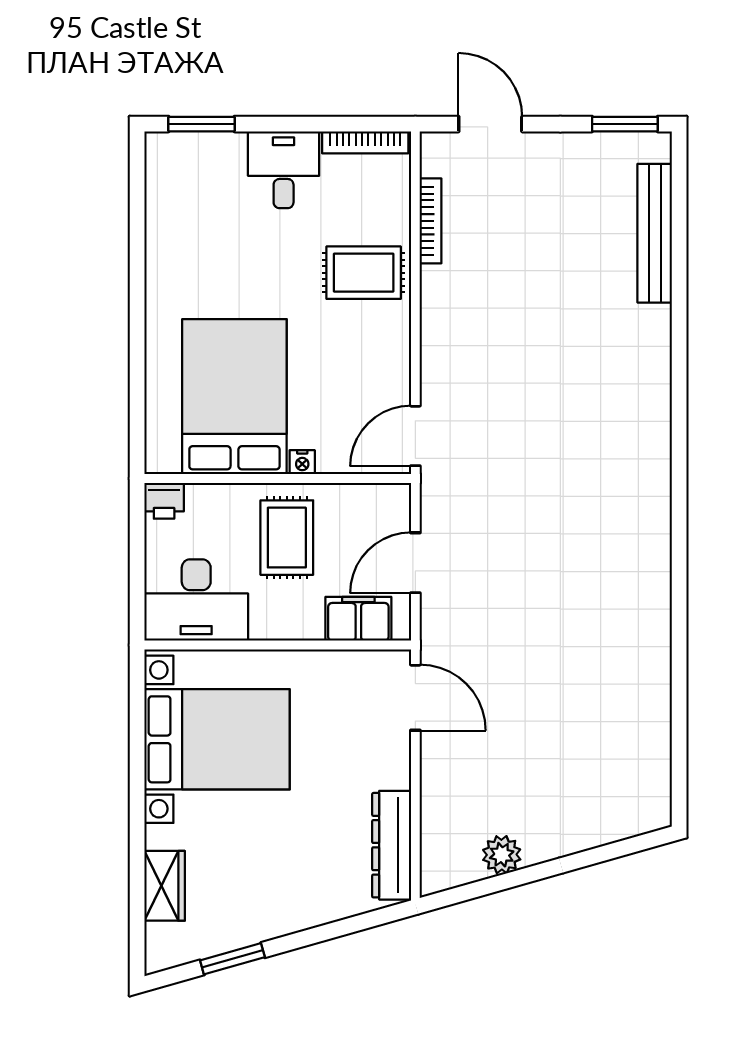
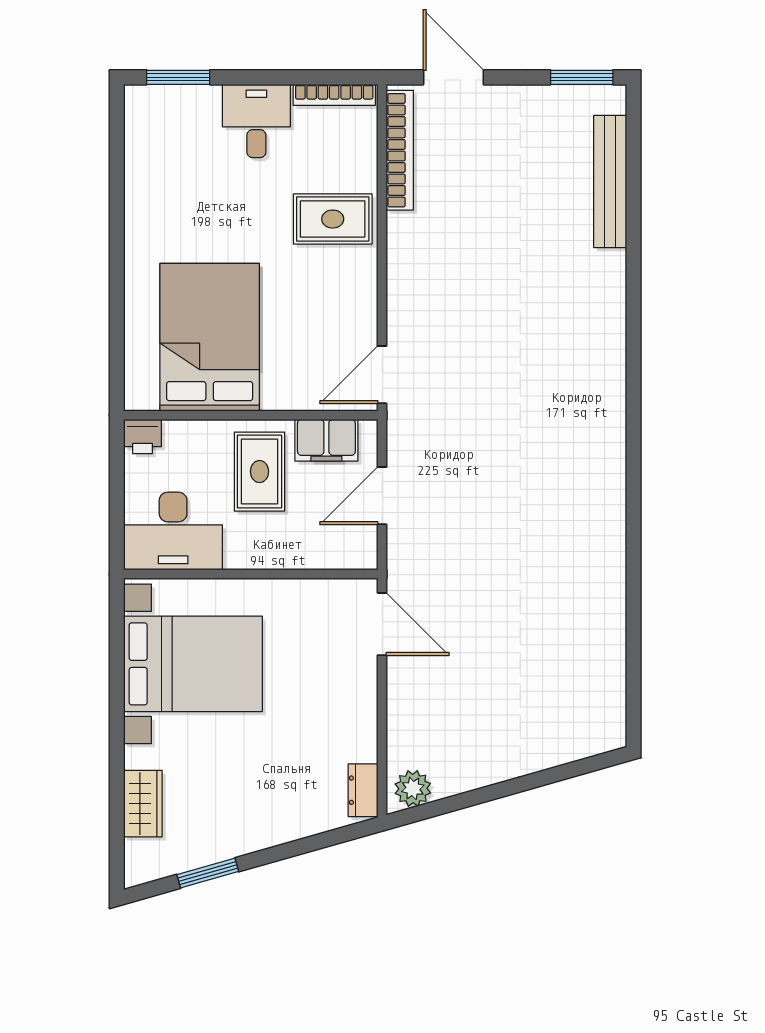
bookcase: (431, 221) -> (400, 150), width x1.48, depth x1.31
nightstand: (302, 462) -> (274, 400), removed
filing cabinet: (358, 619) -> (326, 440), moved, turned 180
dresser: (392, 845) -> (363, 790), width x0.51, depth x0.80
plant: (502, 855) -> (413, 788), moved

